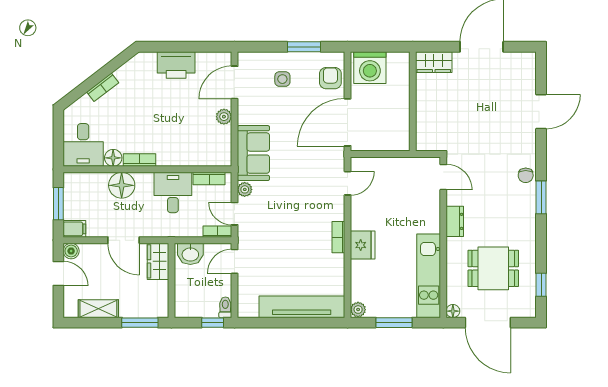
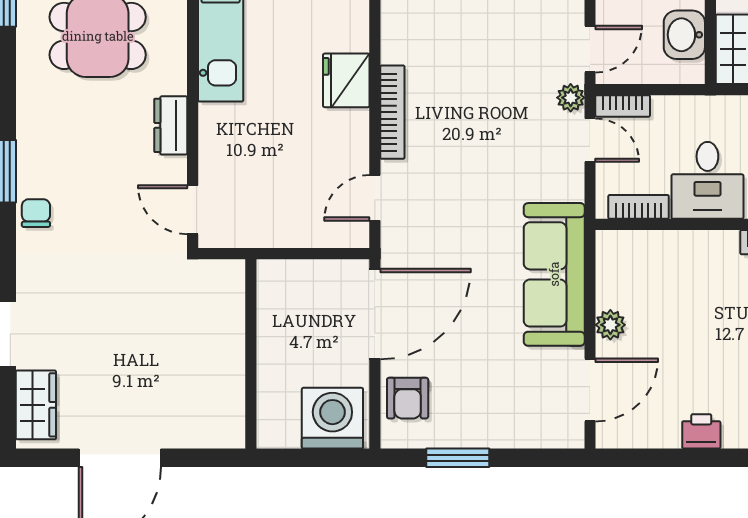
wardrobe: (434, 62) -> (36, 405), moved, turned 90
printer: (176, 65) -> (701, 431), width x0.53, depth x0.68
side table: (282, 79) -> (499, 396), removed
sofa: (253, 153) -> (554, 274), width x1.36
plant: (245, 189) -> (571, 98), moved
bookcase: (338, 237) -> (392, 112), width x1.56
washbasin: (190, 254) -> (684, 35), moved, turned -90

